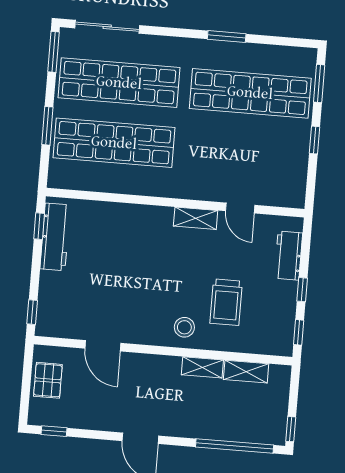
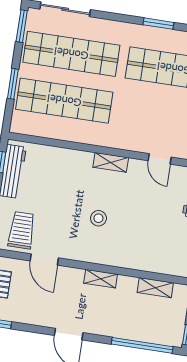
shelving: (196, 218) -> (111, 162), moved
trolley: (226, 302) -> (22, 230), moved, turned 180
stool: (184, 327) -> (98, 218), moved
shelving: (202, 367) -> (101, 279), moved

